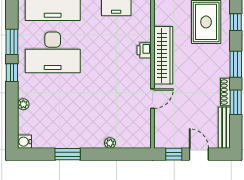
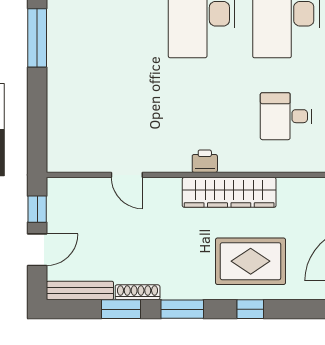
wardrobe: (163, 55) -> (229, 192), moved
plant: (110, 143) -> (55, 106), removed
window: (68, 154) -> (37, 38), width x1.44

